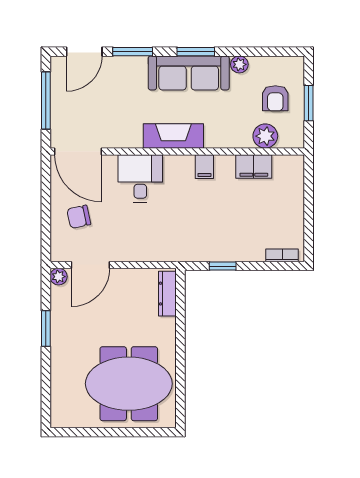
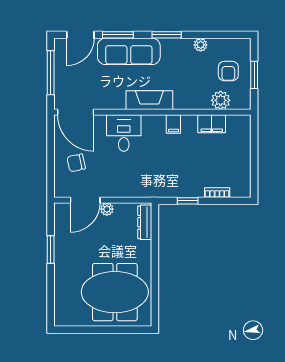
sofa: (189, 73) -> (129, 51), moved
bookcase: (282, 255) -> (217, 193), moved
plant: (59, 277) -> (107, 209), moved

